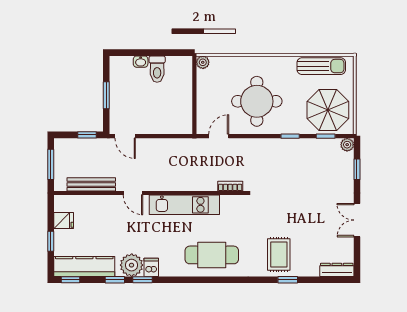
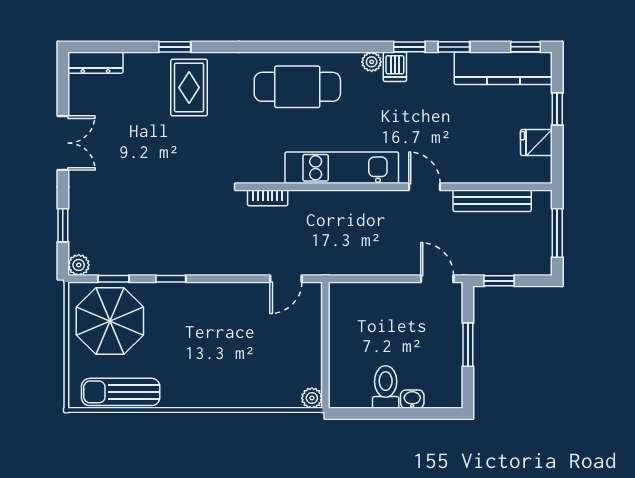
round table: (257, 101) -> (225, 335), removed
plant: (132, 265) -> (372, 62), moved, width x0.53, depth x0.53

